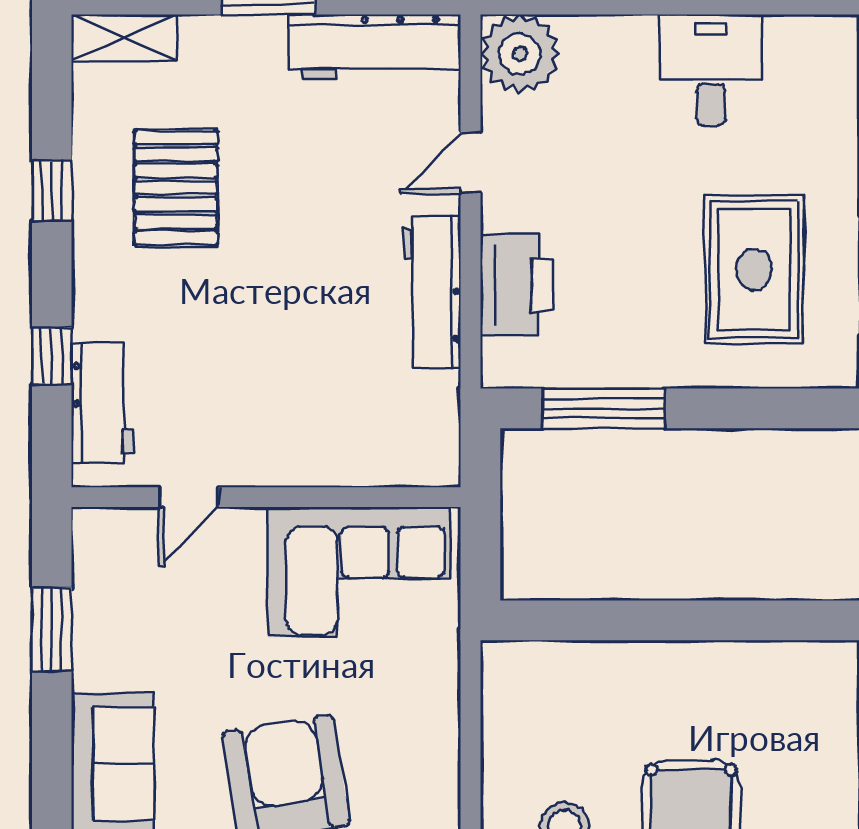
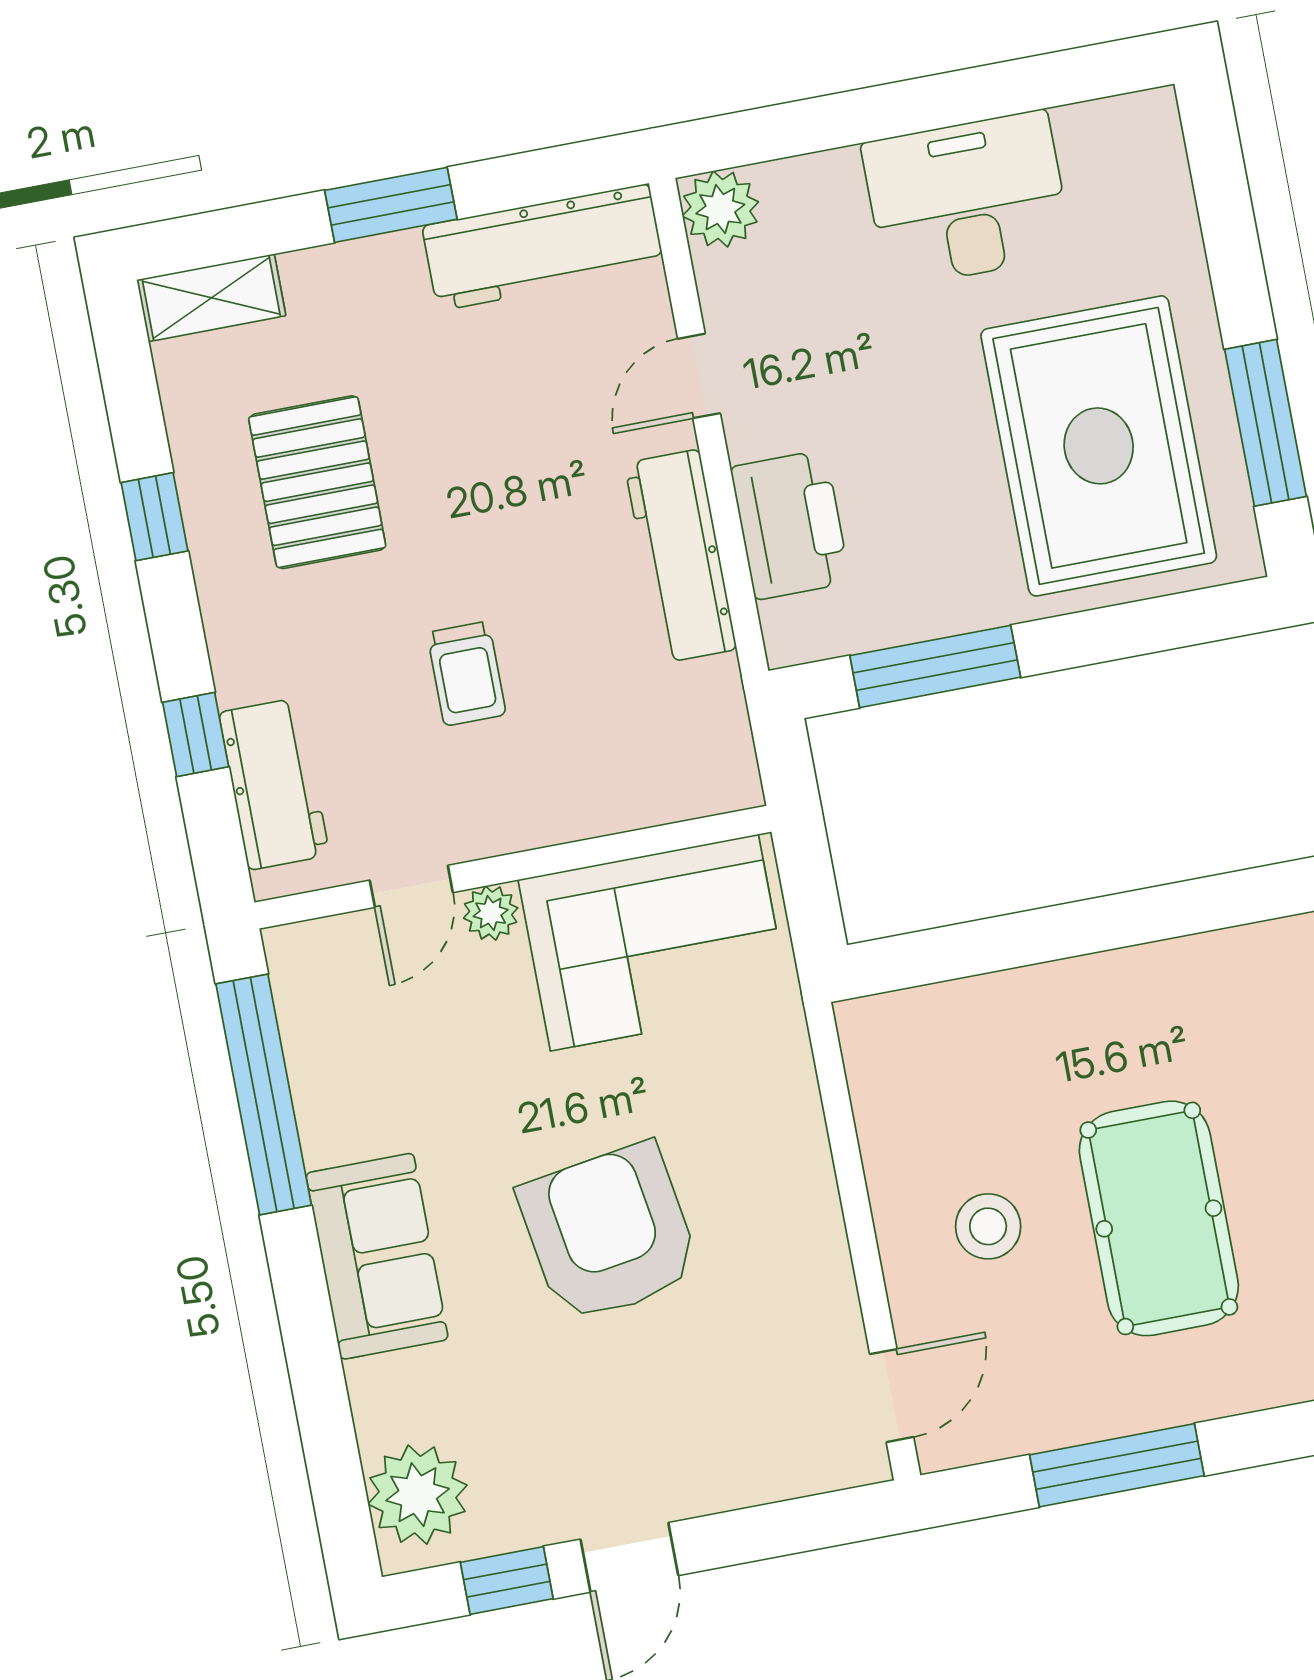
plant: (520, 54) -> (720, 209), width x0.73, depth x0.73
desk: (711, 70) -> (967, 199), width x1.37
rug: (754, 269) -> (1099, 446), width x1.37, depth x1.44
trolley: (259, 349) -> (466, 674), added
plant: (243, 528) -> (491, 913), added
window: (52, 629) -> (264, 1094), width x2.11

